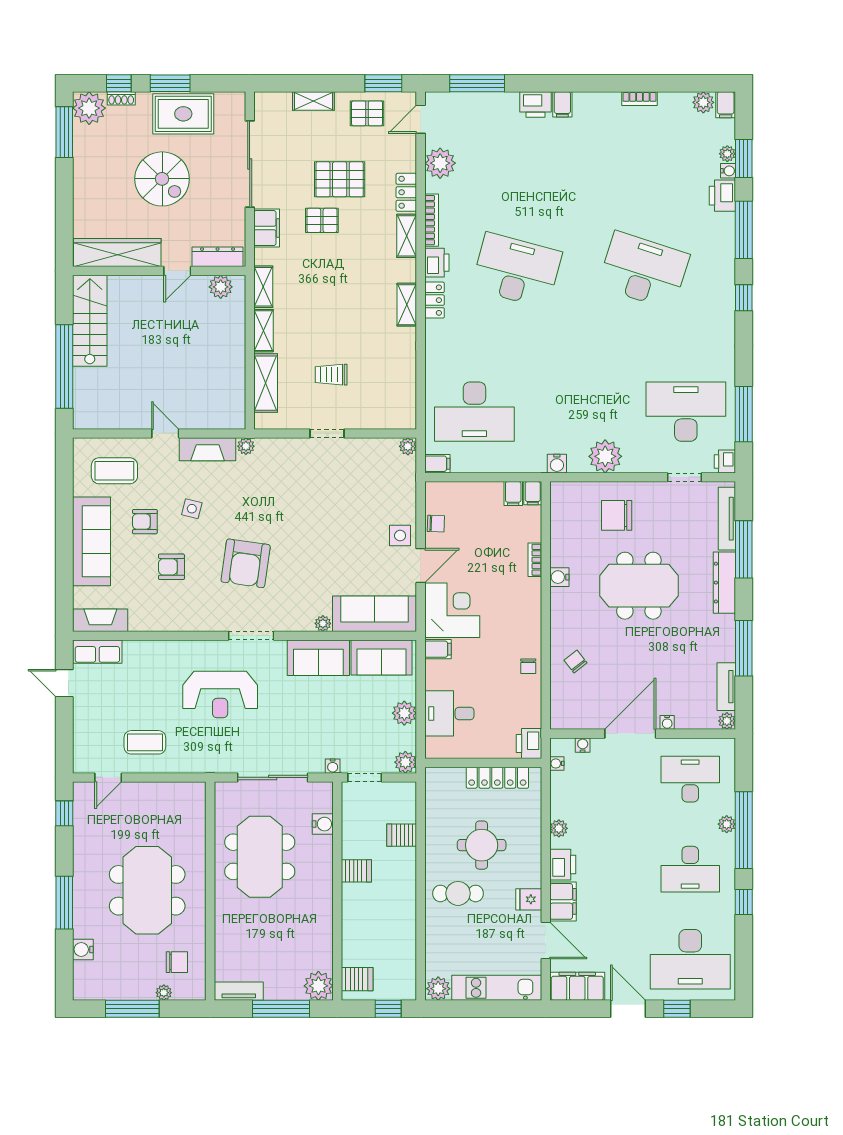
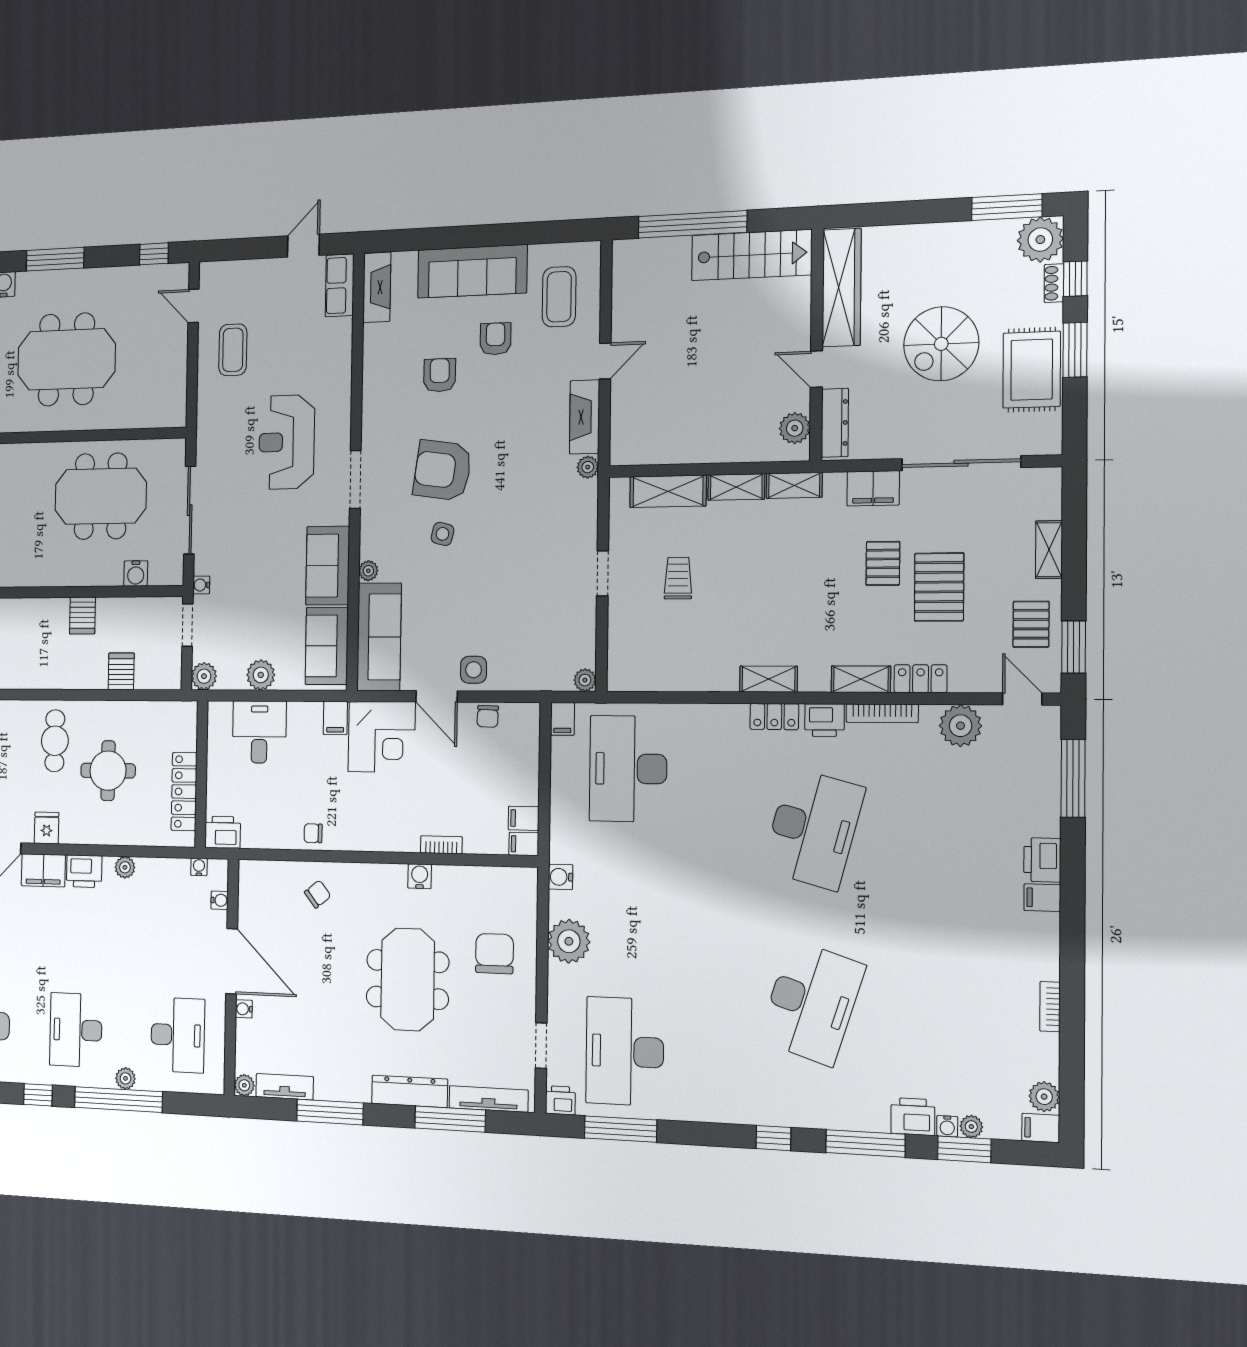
desk: (686, 412) -> (625, 1051), turned 180
side table: (192, 509) -> (443, 534), moved

